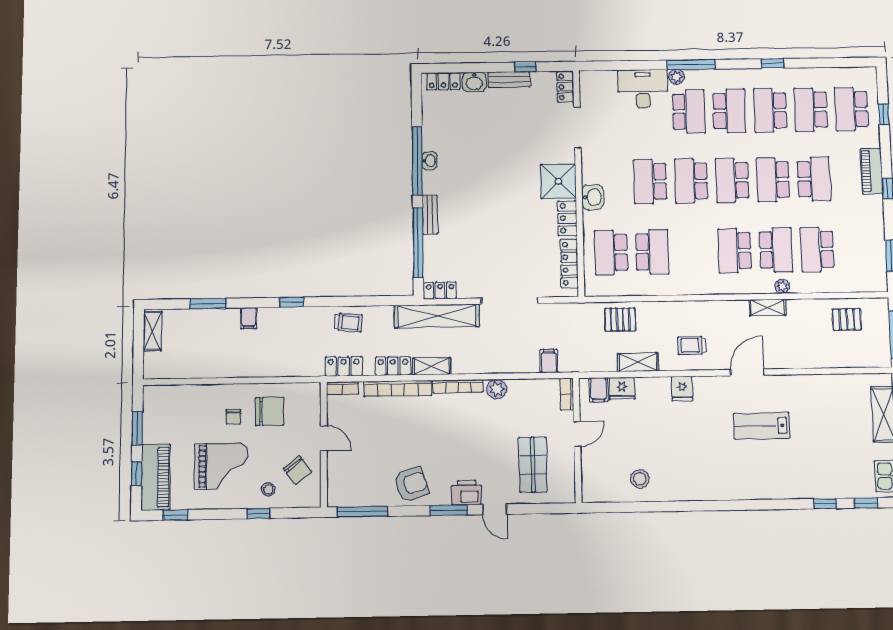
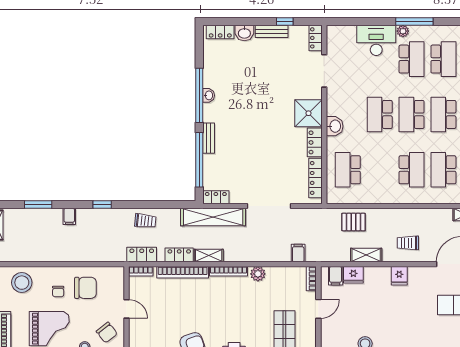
school desk: (652, 252) -> (412, 170), moved
stool: (185, 406) -> (22, 283), added

